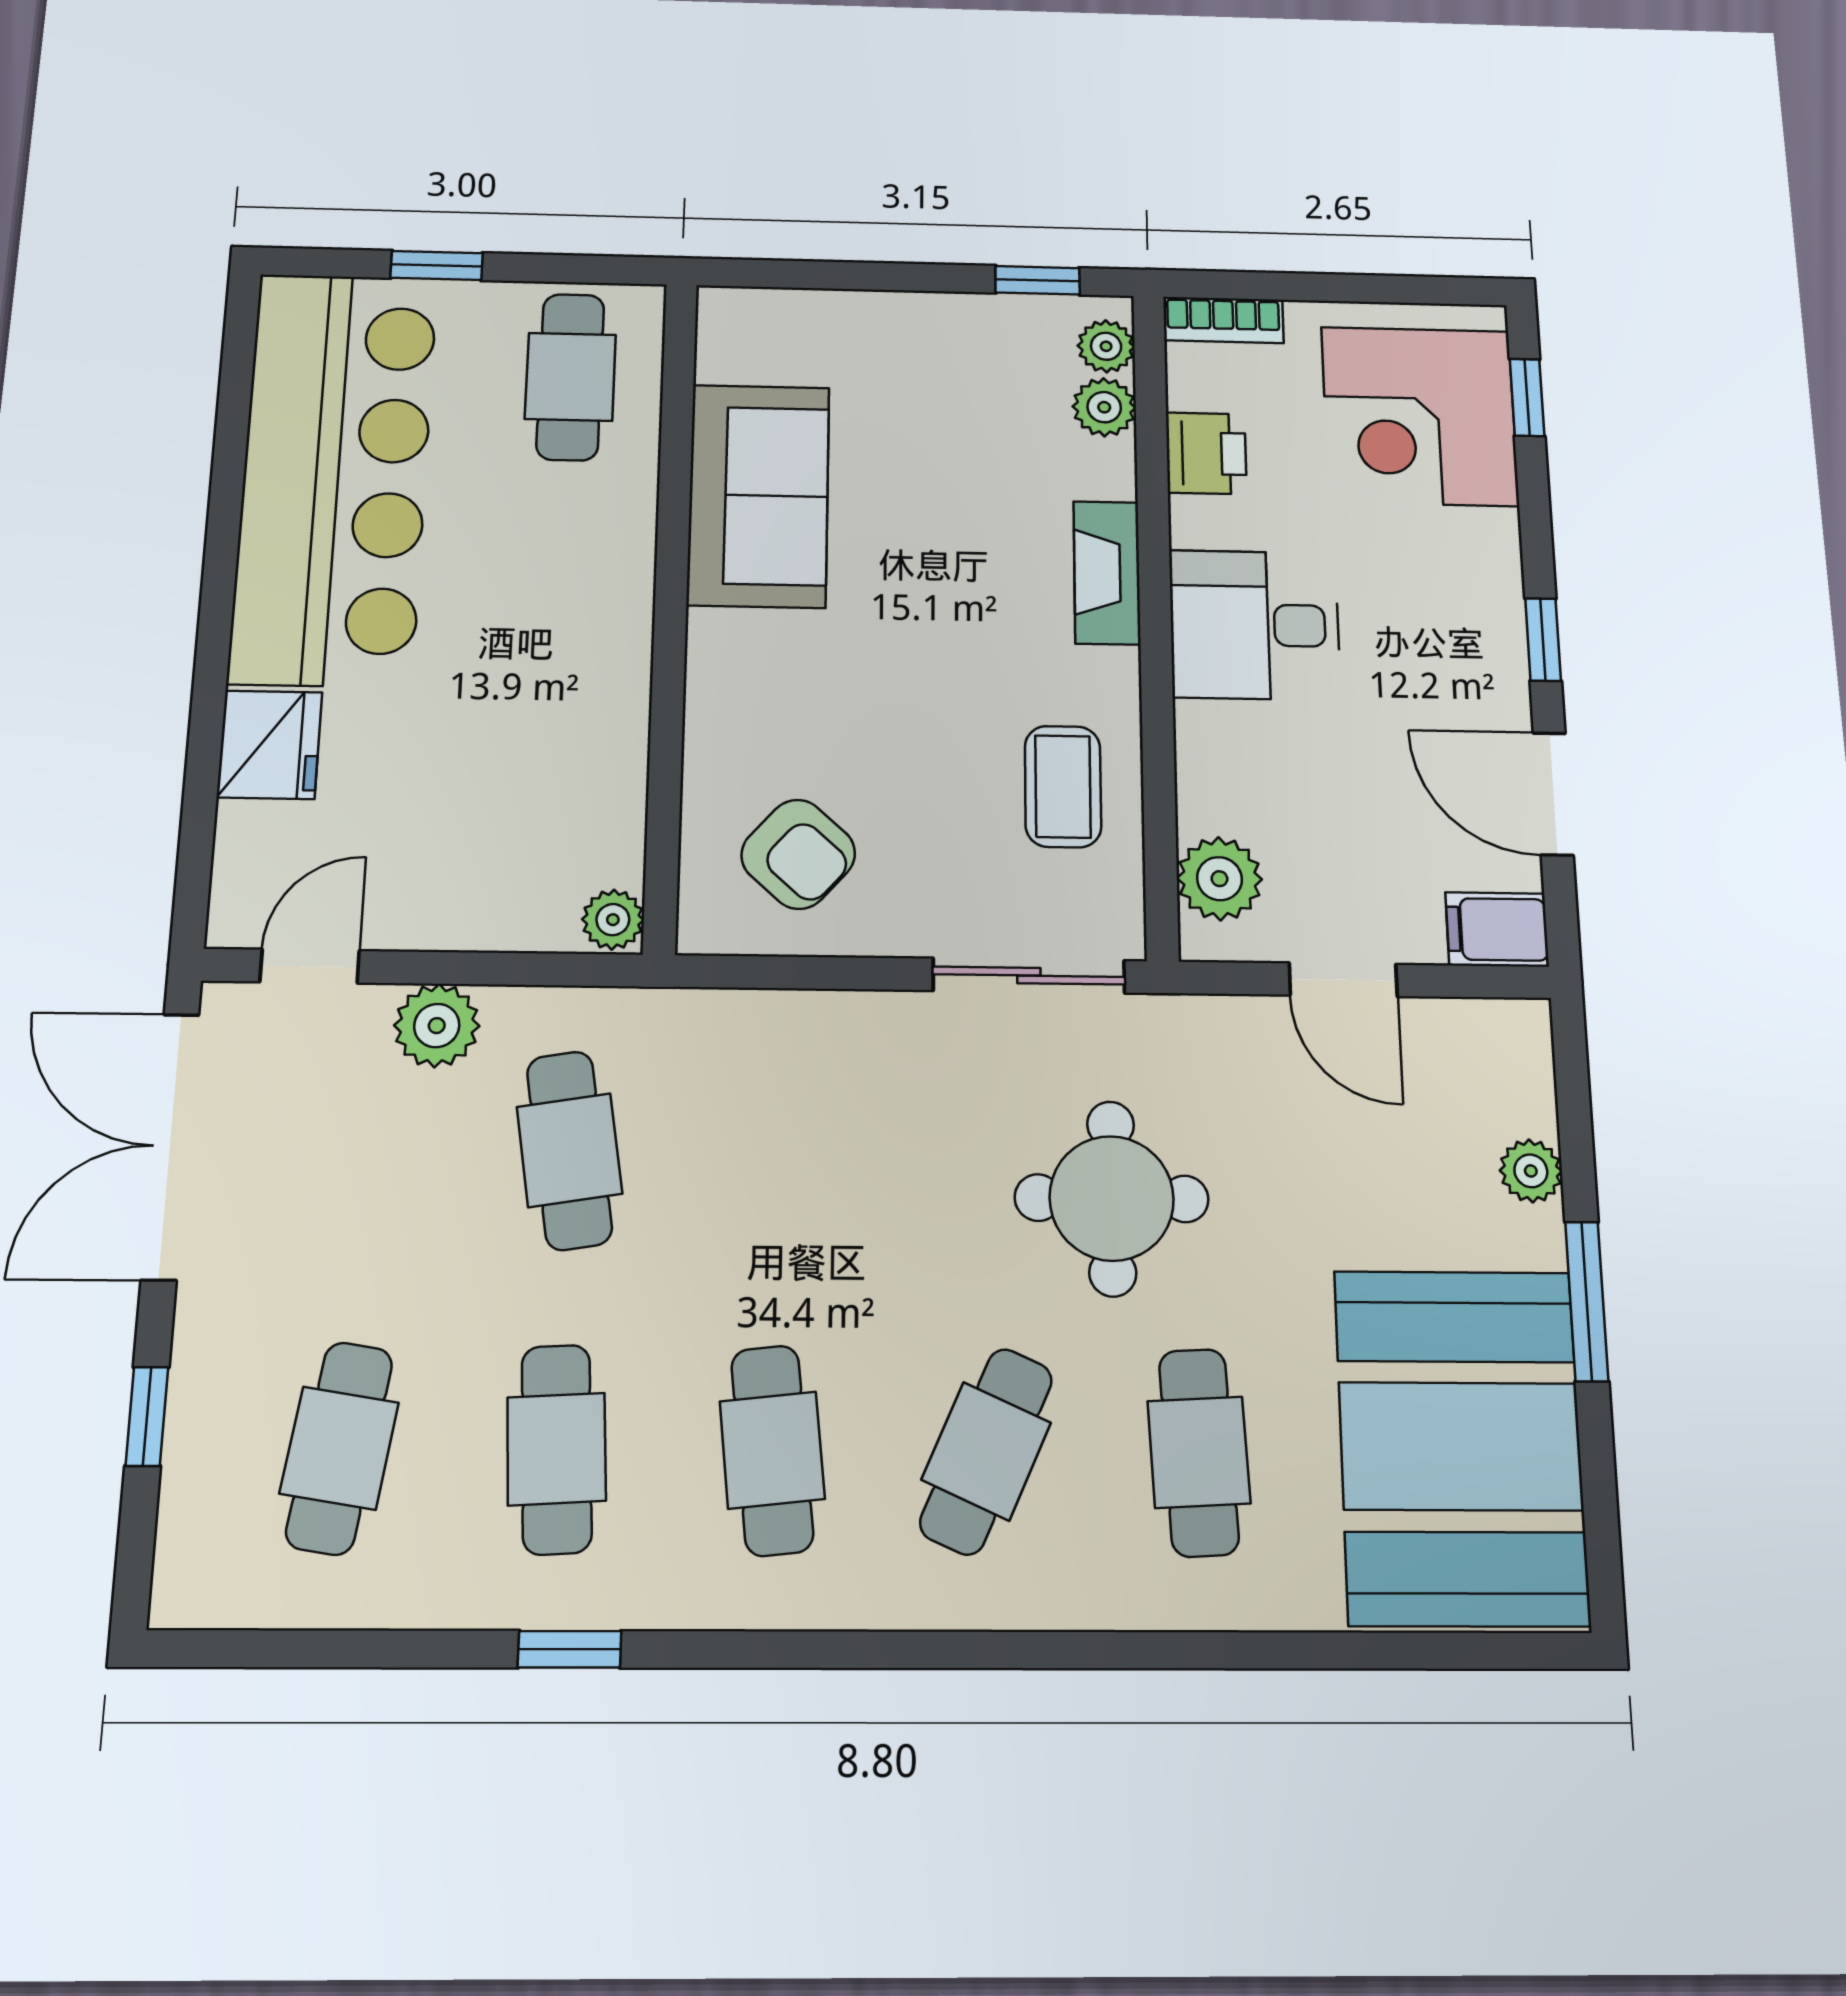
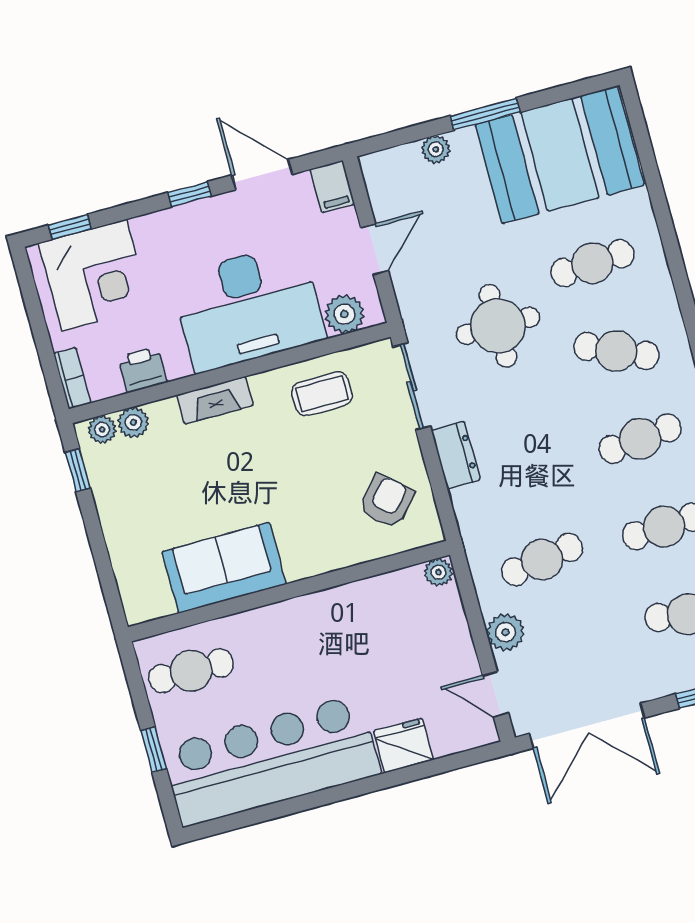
desk: (1255, 625) -> (248, 307), width x1.87, depth x1.30
door: (1553, 794) -> (262, 175), swing flipped
dresser: (854, 1027) -> (456, 455), added

